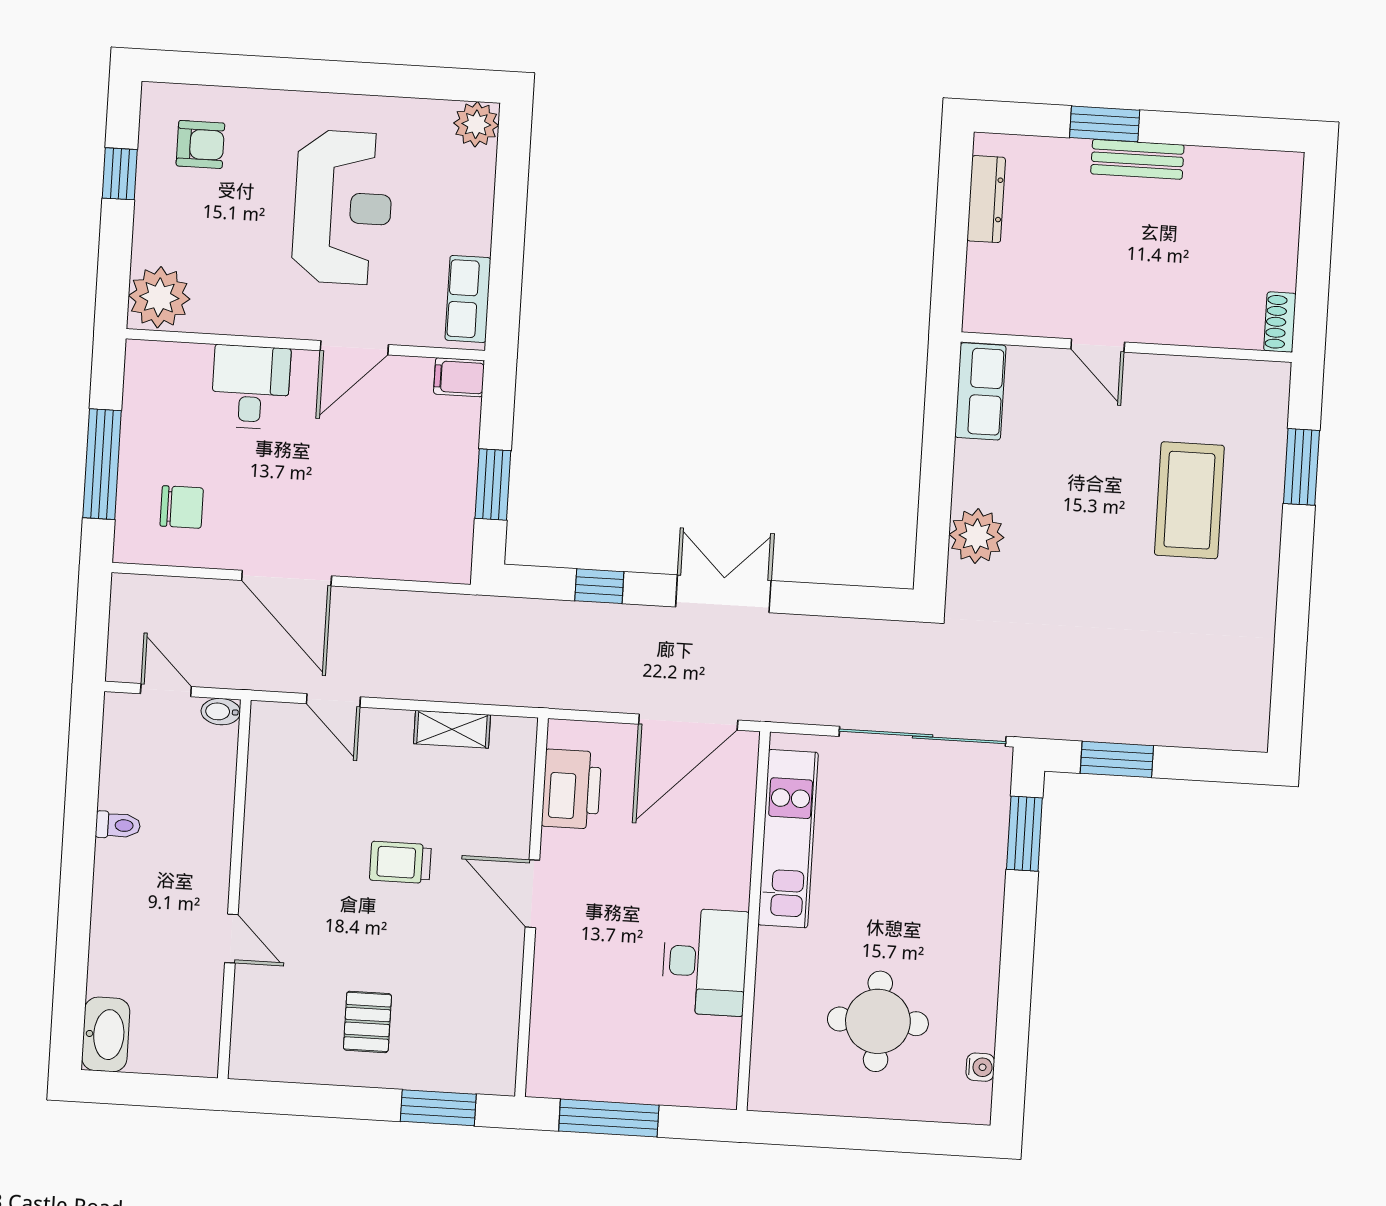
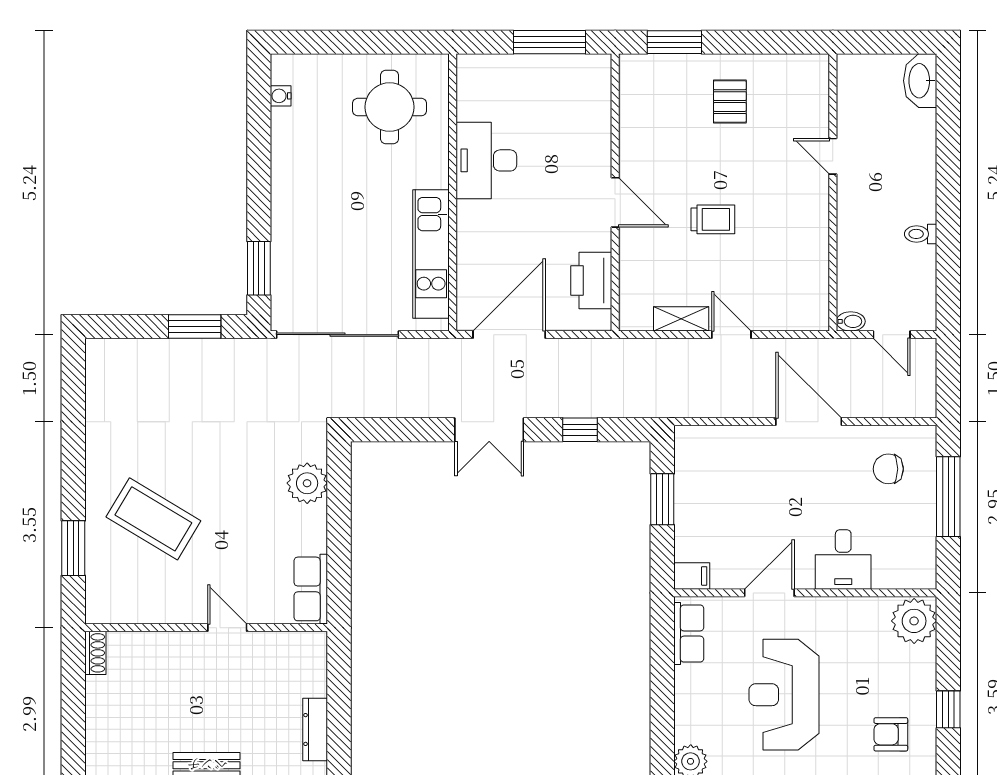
coffee table: (1189, 500) -> (153, 519), turned -59
door: (333, 700) -> (731, 335), moved
round table: (878, 1021) -> (390, 107), moved

